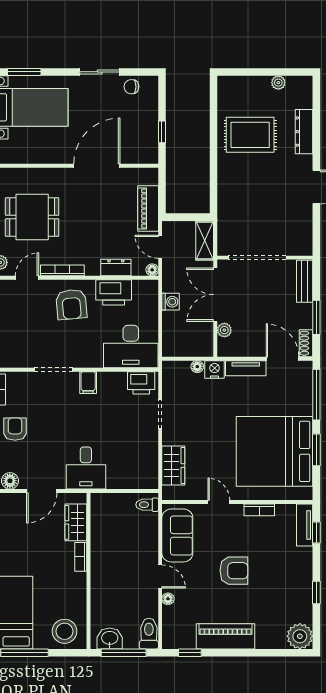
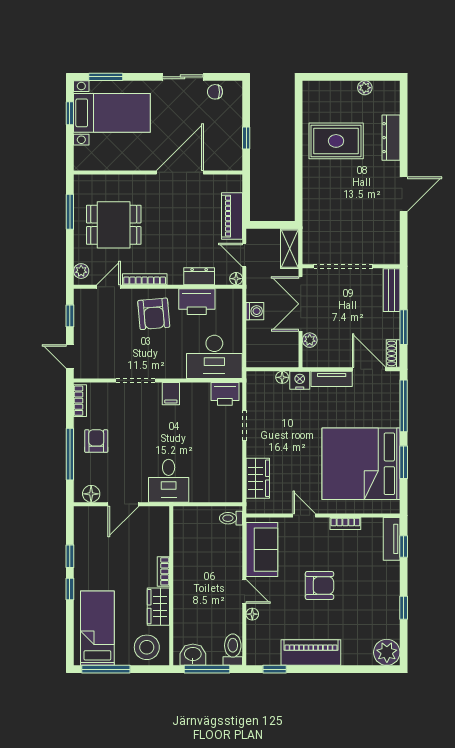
wardrobe: (76, 522) -> (158, 607), moved

